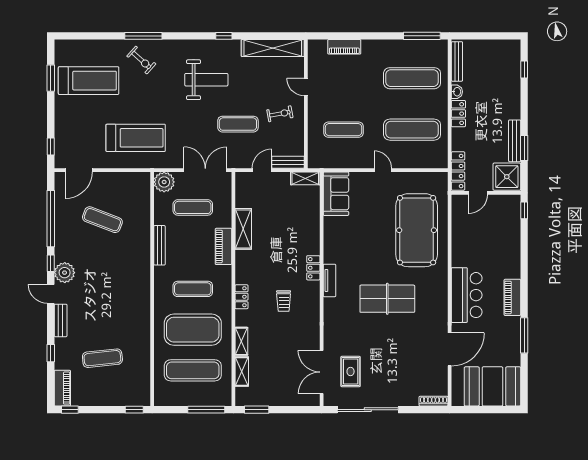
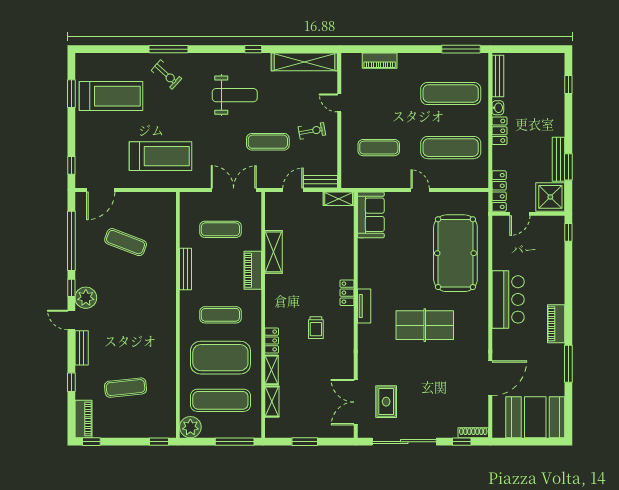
plant: (164, 182) -> (190, 427), moved
bar counter: (467, 295) -> (508, 299), moved
locker: (241, 297) -> (272, 341), moved
window: (257, 410) -> (305, 442), moved
window: (423, 410) -> (462, 442), added

